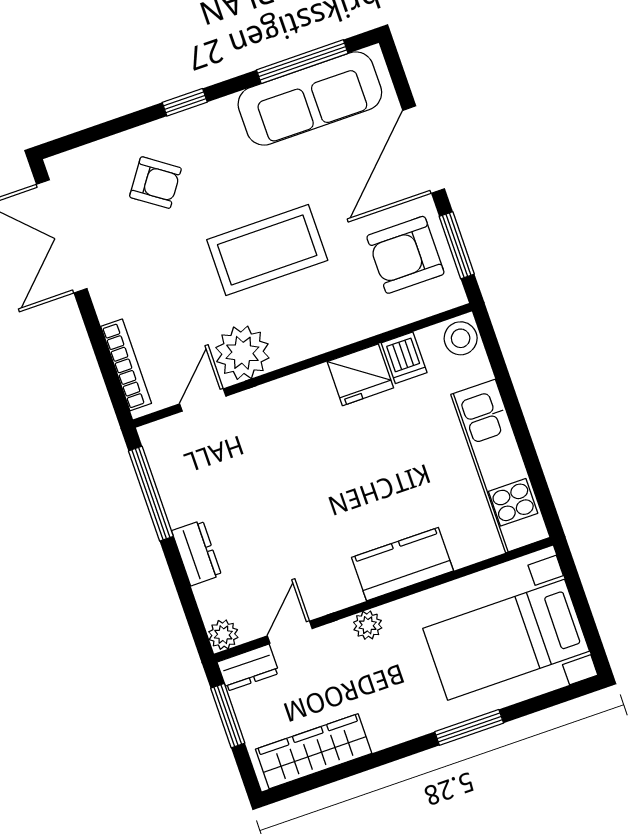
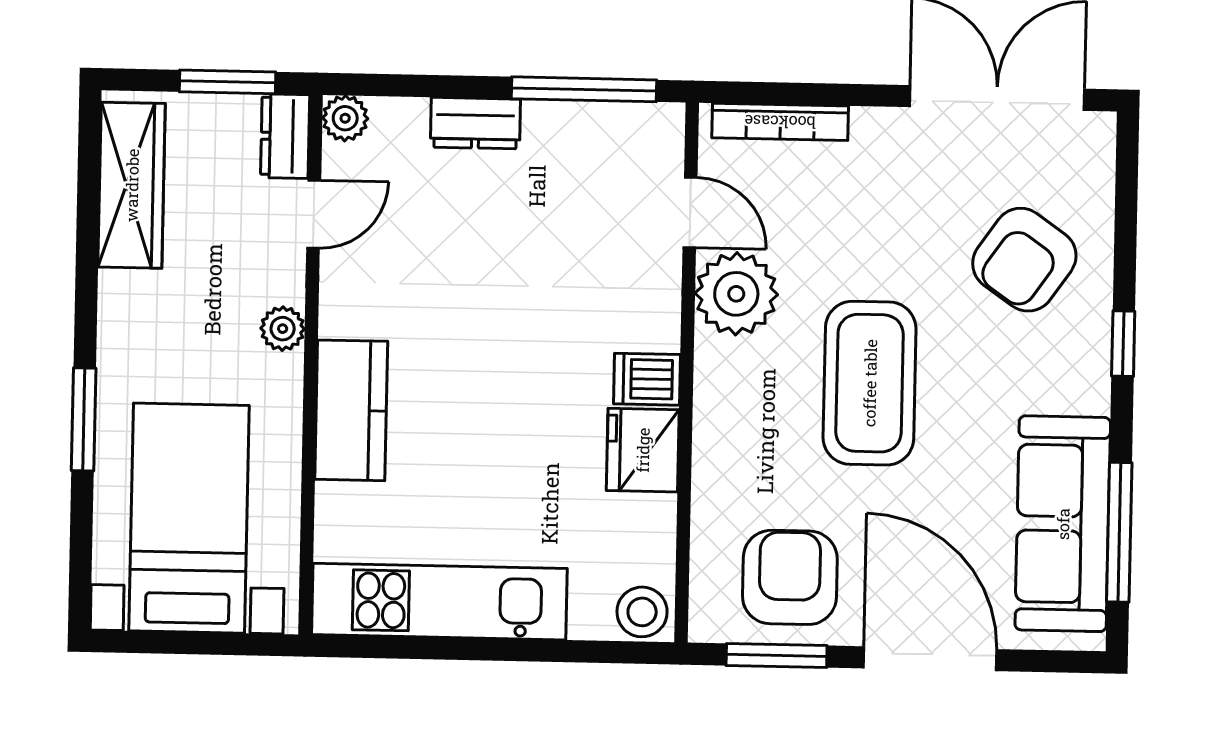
armchair: (155, 183) -> (1024, 260), width x1.38, depth x1.38
dishwasher: (404, 358) -> (647, 379), moved
door: (290, 632) -> (314, 214), hinge flipped

